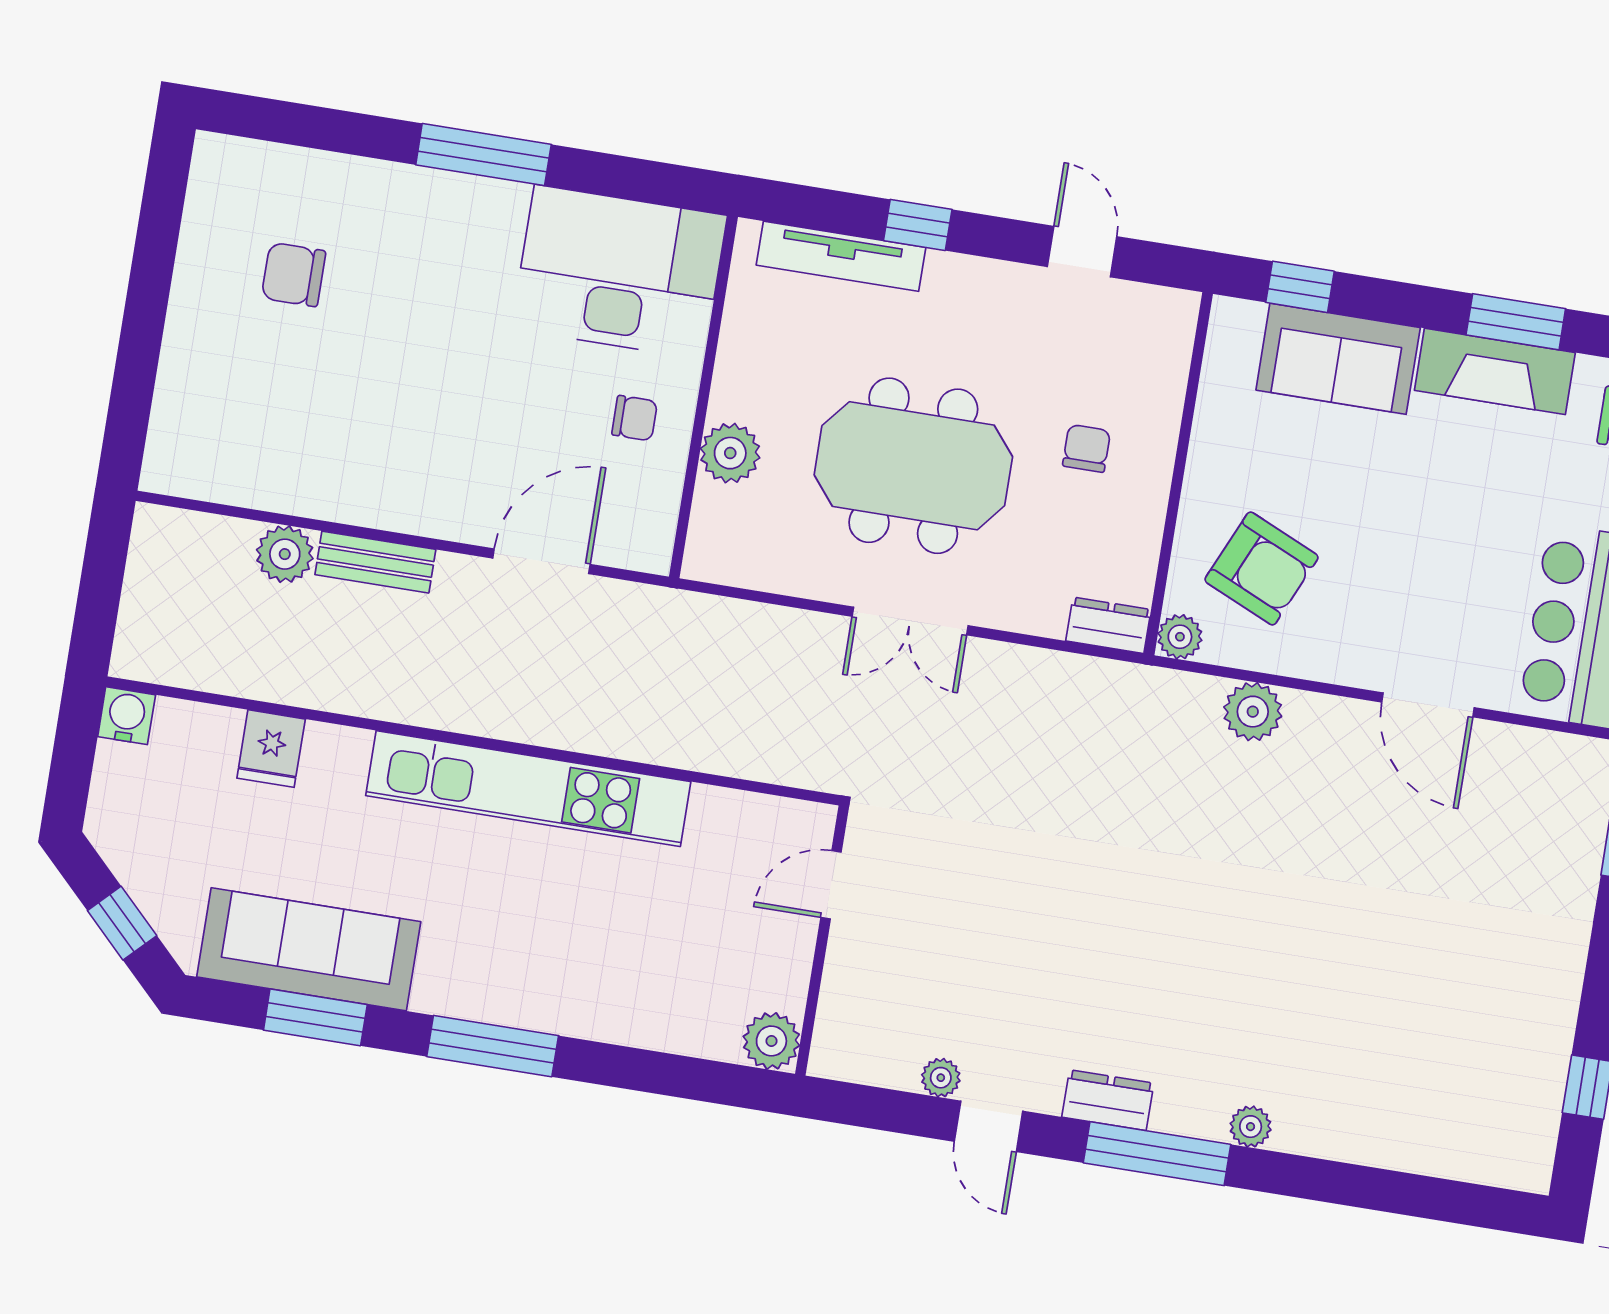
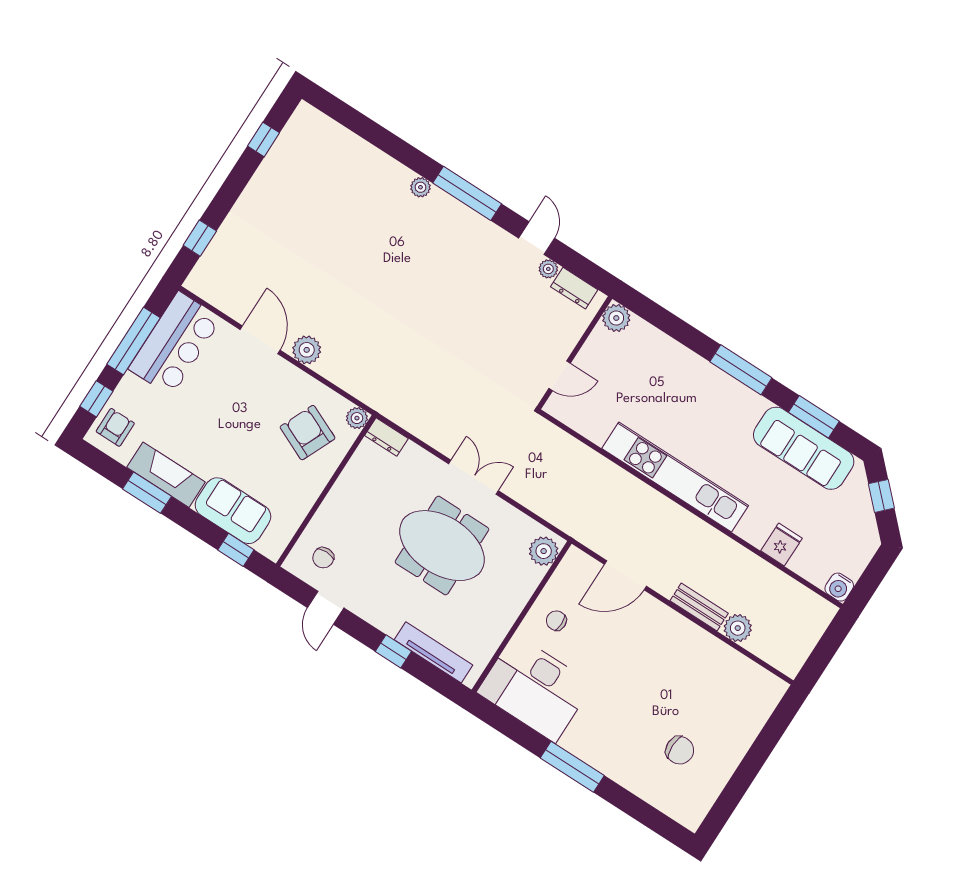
chair: (1086, 448) -> (323, 558), moved
plant: (730, 453) -> (544, 551), moved
plant: (1253, 712) -> (307, 350), moved
dresser: (1108, 1100) -> (574, 288), moved

